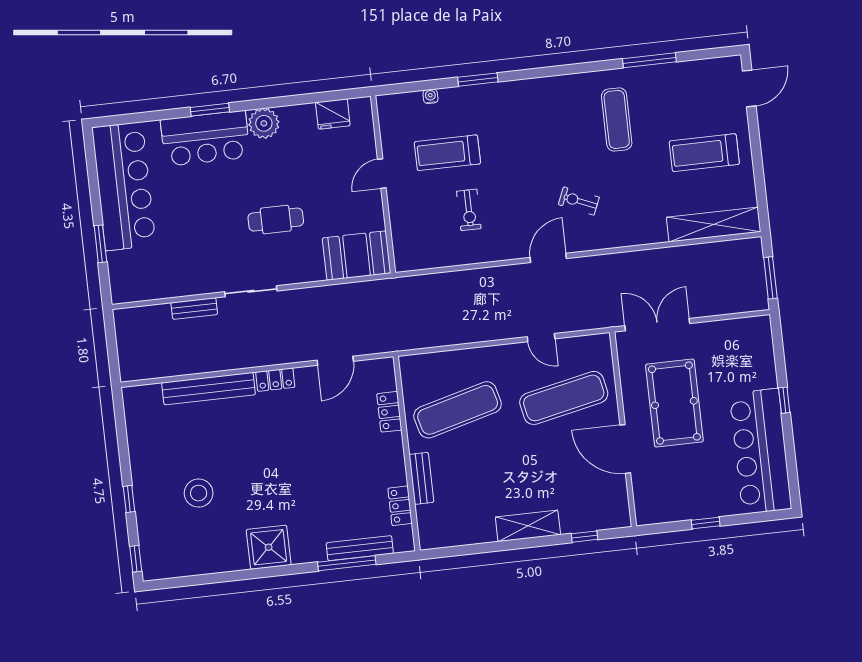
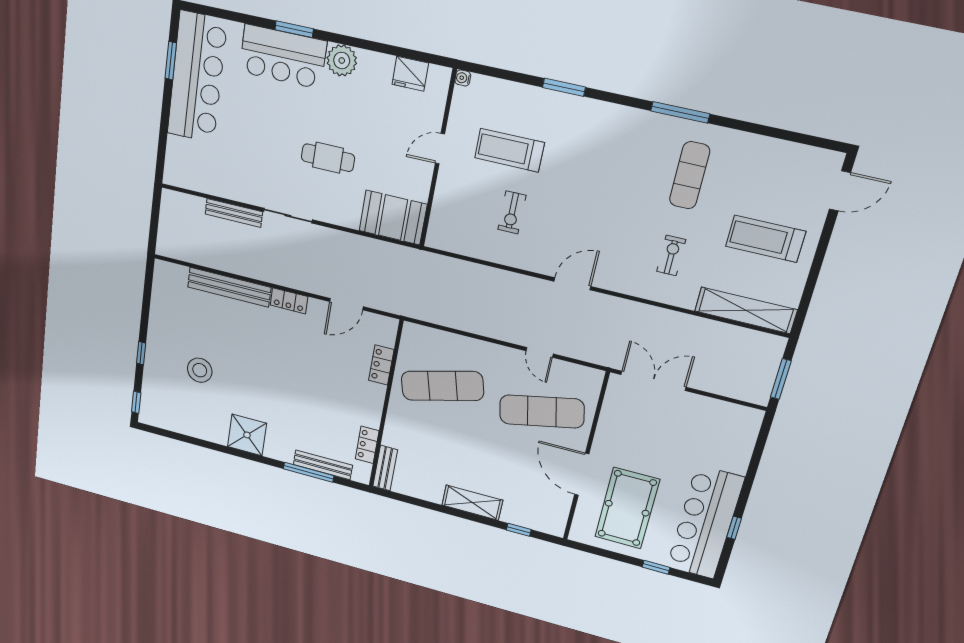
window: (649, 60) -> (680, 112), moved
water cooler: (430, 96) -> (463, 78), moved, turned -90
exercise bike: (579, 201) -> (671, 255), moved, turned 67
window: (100, 244) -> (171, 61), moved
bench: (194, 308) -> (234, 213), width x1.36
window: (784, 400) -> (734, 528), moved
pool table: (674, 403) -> (627, 508), moved
bench: (421, 478) -> (385, 468), moved
window: (706, 523) -> (656, 567), moved

